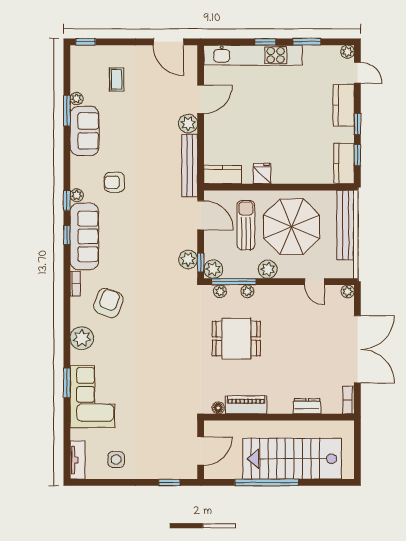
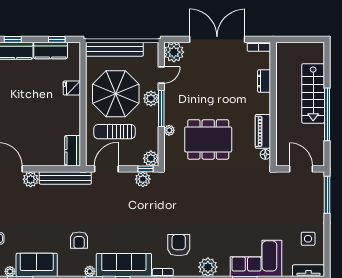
window: (357, 124) -> (13, 39), moved
kitchen counter: (344, 164) -> (51, 50), moved
fridge: (262, 173) -> (72, 88), moved
plant: (268, 269) -> (151, 98), moved
window: (234, 282) -> (161, 109), moved
plant: (220, 291) -> (169, 153), removed
plant: (348, 291) -> (174, 52), width x1.87, depth x1.87
armchair: (108, 303) -> (179, 245), turned 69
dining table: (236, 339) -> (208, 139), width x1.38
stairs: (292, 459) -> (313, 93), width x0.73, depth x0.66
window: (169, 482) -> (327, 195), width x2.17

